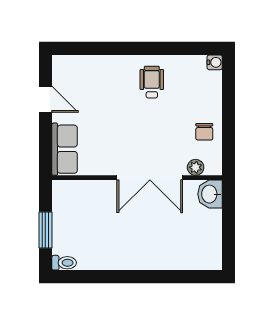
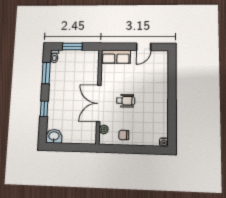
wheelchair: (152, 82) -> (126, 101), moved
washbasin: (210, 194) -> (54, 136), moved
window: (96, 277) -> (46, 73), added
window: (161, 277) -> (44, 109), added

